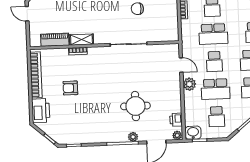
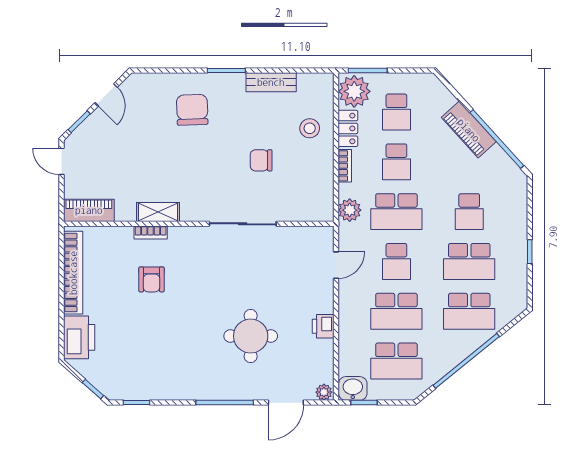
piano: (55, 40) -> (89, 210), moved
door: (181, 65) -> (336, 265), hinge flipped
plant: (189, 84) -> (350, 210), moved
armchair: (70, 88) -> (152, 279), moved, turned -90
school desk: (217, 117) -> (396, 361), width x1.85
printer: (176, 120) -> (323, 326), moved
plant: (133, 137) -> (244, 392), removed

